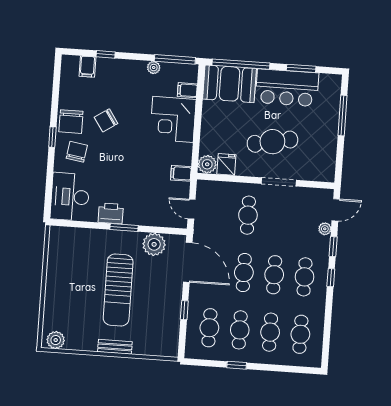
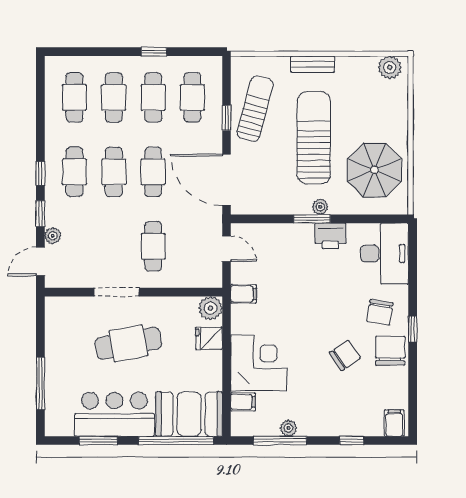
window: (175, 59) -> (280, 441), moved
filing cabinet: (87, 67) -> (394, 423), moved
fridge: (226, 164) -> (209, 338), moved, turned 90
plant: (154, 244) -> (320, 207), moved, width x0.53, depth x0.53
parasol: (73, 262) -> (374, 170), added
sun lounger: (162, 316) -> (255, 109), added

